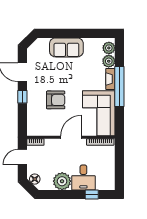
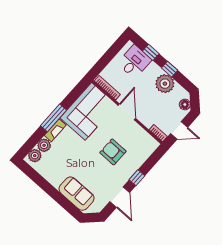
sofa: (66, 47) -> (77, 194), moved
window: (119, 87) -> (54, 118), width x0.68
door: (71, 137) -> (127, 112), swing flipped
desk: (83, 178) -> (134, 62), moved
window: (68, 195) -> (170, 69), added

